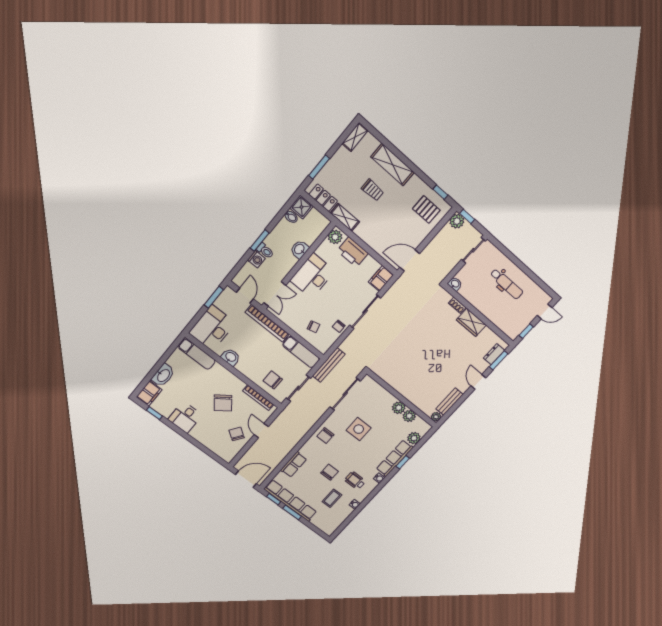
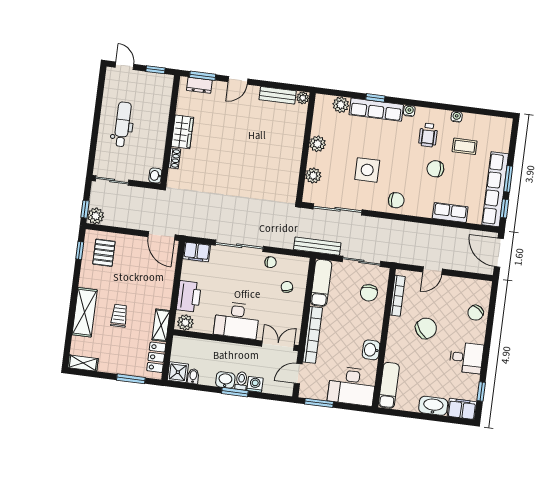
washbasin: (300, 249) -> (225, 380), moved, turned 180
plant: (409, 416) -> (313, 176), moved
chair: (237, 434) -> (476, 313), moved

